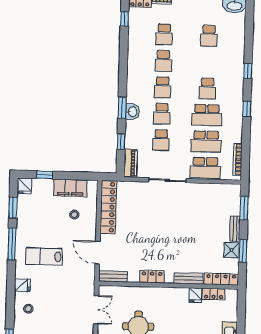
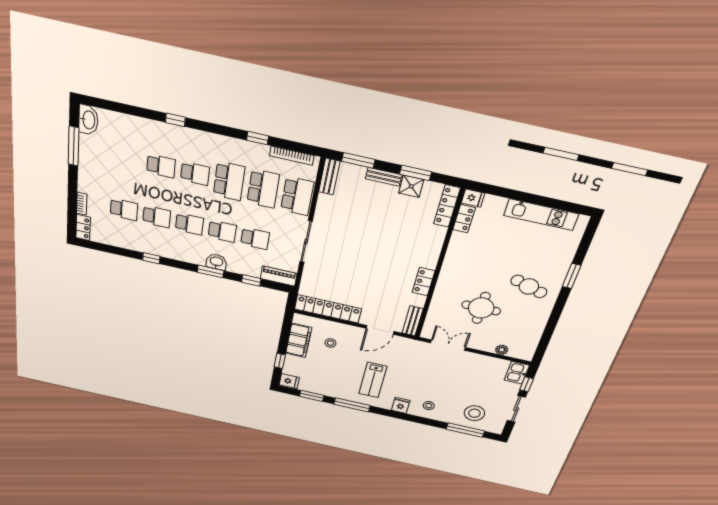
window: (125, 19) -> (151, 258), moved
school desk: (209, 36) -> (161, 166), moved
window: (247, 109) -> (258, 138), moved
bench: (189, 278) -> (329, 177), moved
fridge: (195, 295) -> (473, 198), moved

